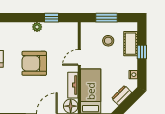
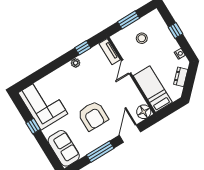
cot: (131, 44) -> (162, 29), removed
armchair: (34, 63) -> (93, 116), moved, turned -90
tv unit: (73, 85) -> (110, 52), moved

